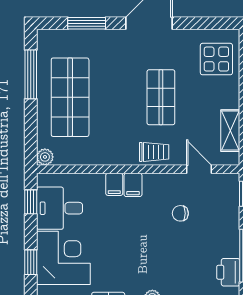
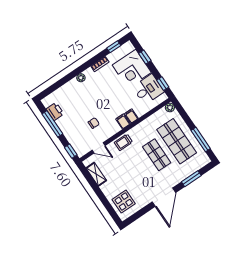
shop shelf: (161, 97) -> (157, 155), moved

